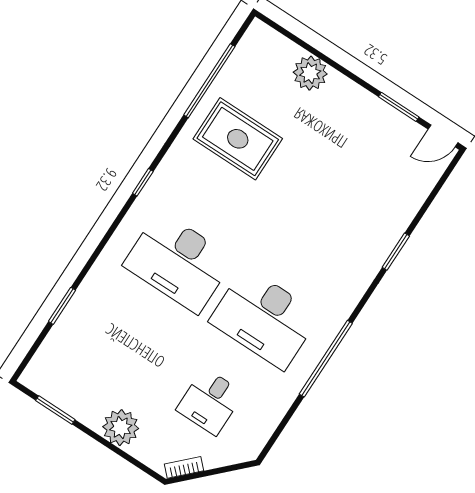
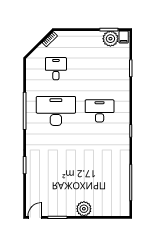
plant: (310, 73) -> (84, 209), moved
rug: (238, 139) -> (107, 169), removed
desk: (179, 262) -> (100, 111), width x0.73, depth x0.77
filing cabinet: (36, 376) -> (124, 37), added
plant: (121, 428) -> (110, 39), moved

